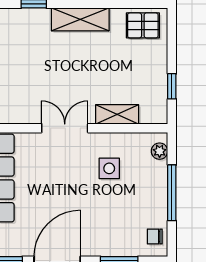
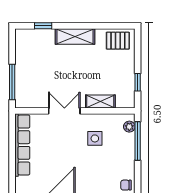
window: (172, 193) -> (138, 141), moved

